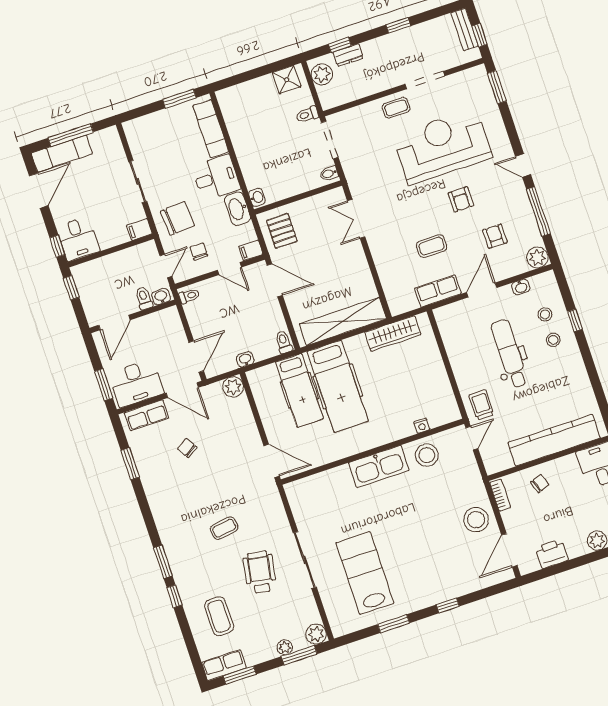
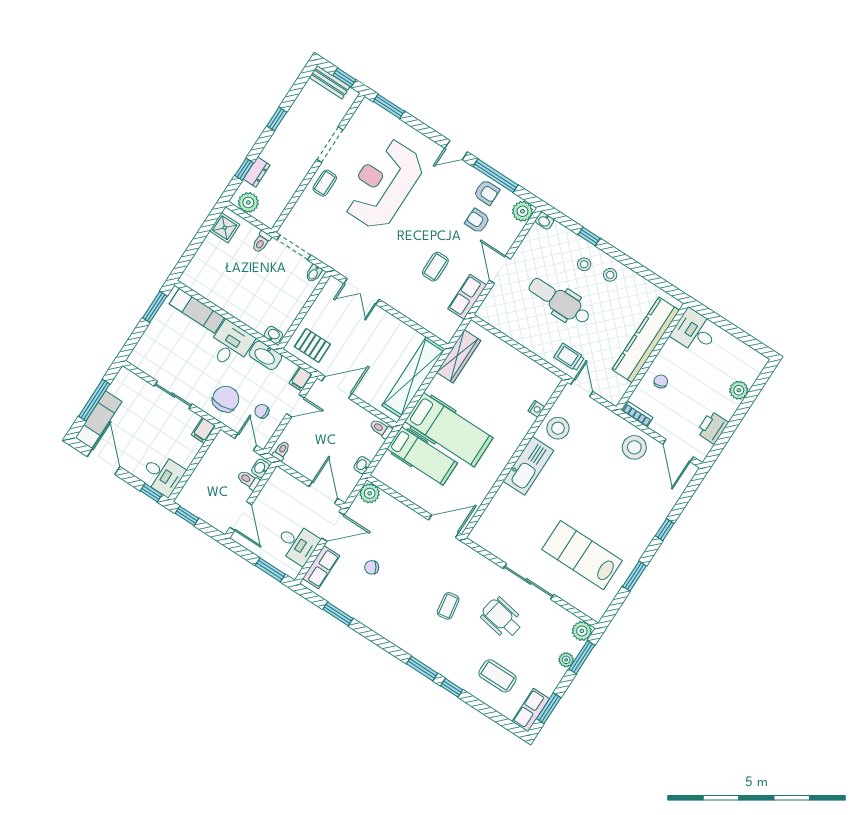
armchair: (461, 199) -> (487, 192), moved
washbasin: (521, 287) -> (545, 221), moved, turned 90
stool: (545, 314) -> (610, 275), moved
desk: (136, 383) -> (297, 544), width x0.73

